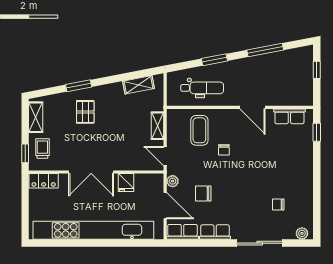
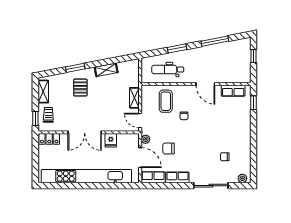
shelving: (139, 85) -> (106, 70), moved
dental chair: (202, 88) -> (168, 70), turned 180

